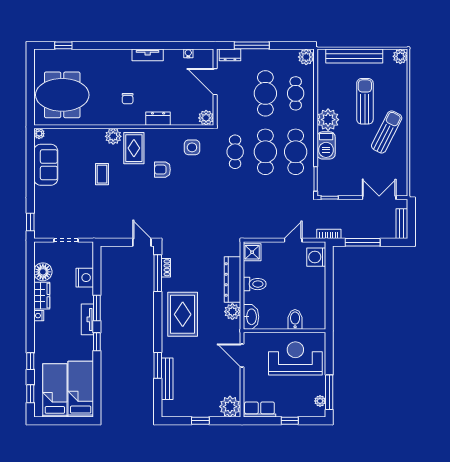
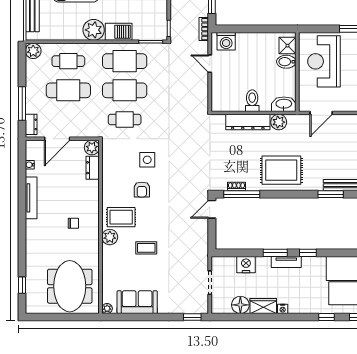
tv unit: (148, 55) -> (31, 198), width x1.41
dresser: (158, 119) -> (93, 168), moved
side table: (192, 147) -> (147, 160), moved
shower: (252, 252) -> (288, 46), moved

